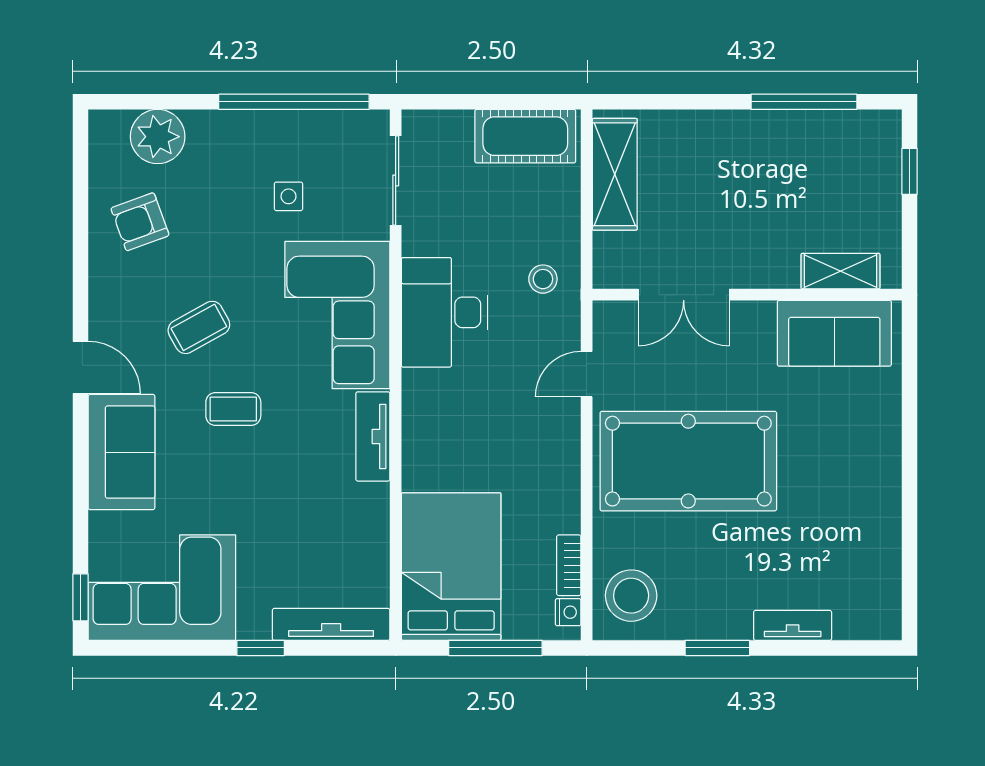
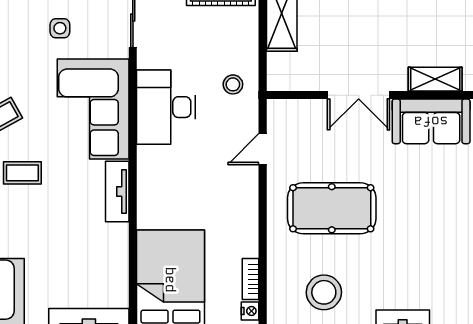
double door: (684, 295) -> (359, 95), moved
pool table: (688, 461) -> (332, 208), width x0.73, depth x0.76
stool: (631, 596) -> (324, 292), moved

